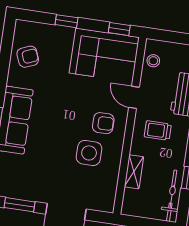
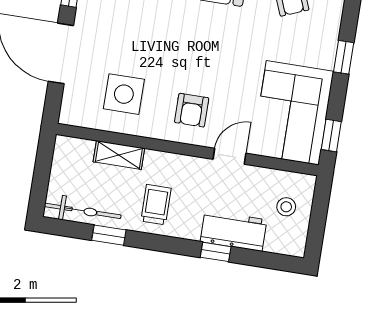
stool: (153, 61) -> (286, 207), moved
trolley: (158, 130) -> (156, 205), moved
side table: (89, 153) -> (124, 94), moved

